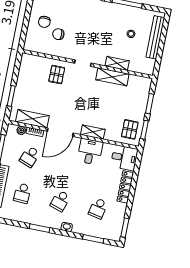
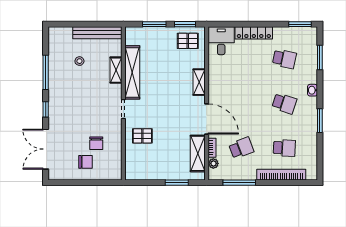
bench: (155, 37) -> (97, 33), moved
shelving: (112, 77) -> (132, 72), width x1.47
desk: (90, 152) -> (222, 81), removed
school desk: (30, 157) -> (241, 148), turned -42

